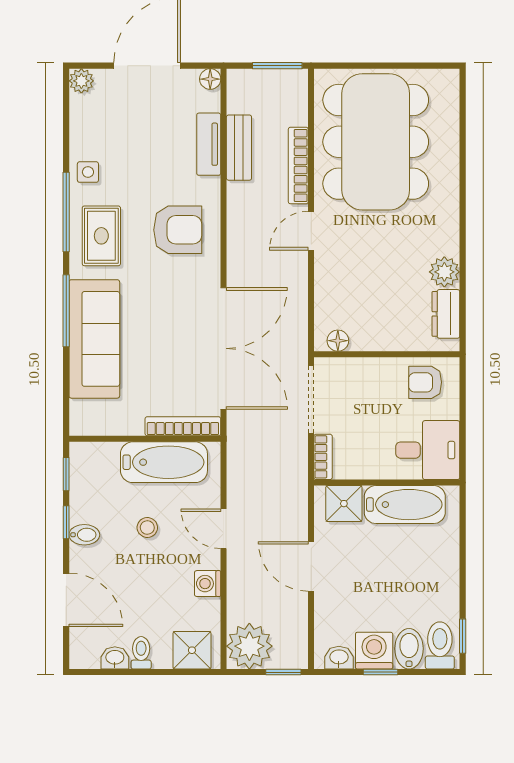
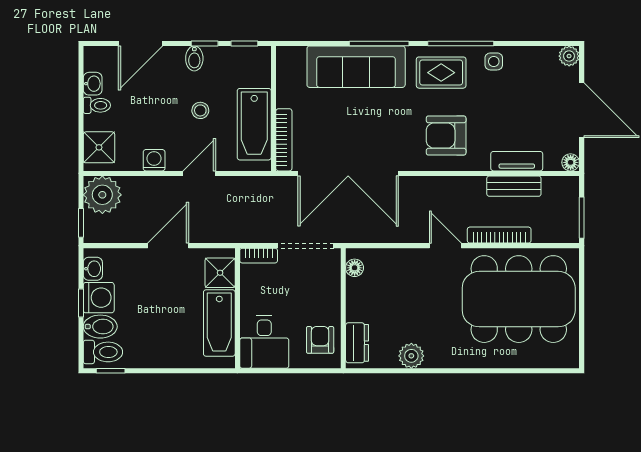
armchair: (178, 230) -> (446, 136), turned 90
dresser: (446, 314) -> (357, 343), moved, turned 90

